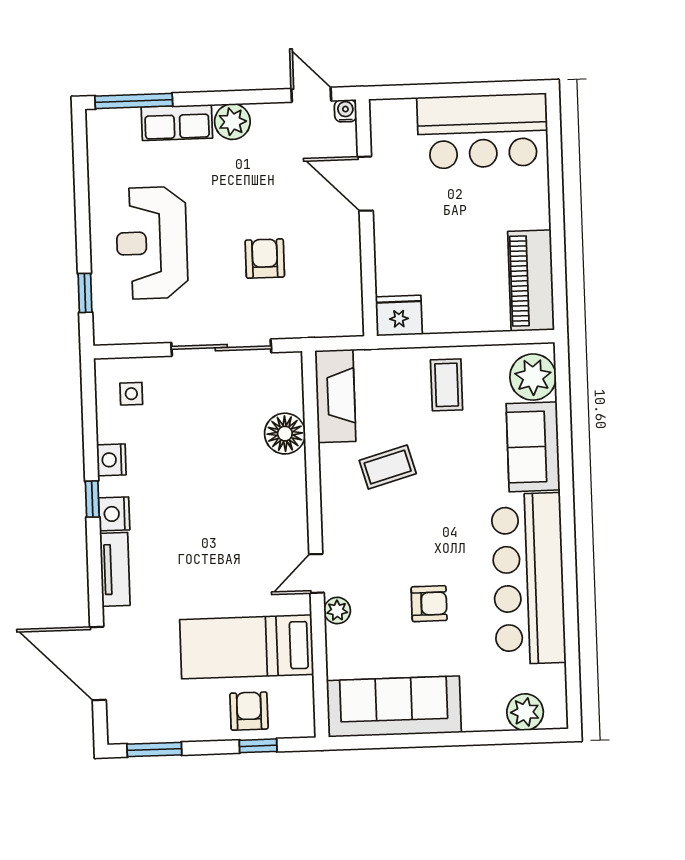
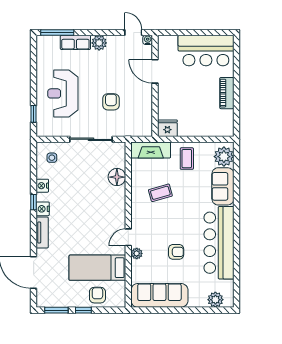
piano: (531, 281) -> (227, 93), moved, width x0.73, depth x0.75
fireplace: (335, 396) -> (151, 150), moved, turned 90
window: (258, 746) -> (83, 310), moved

